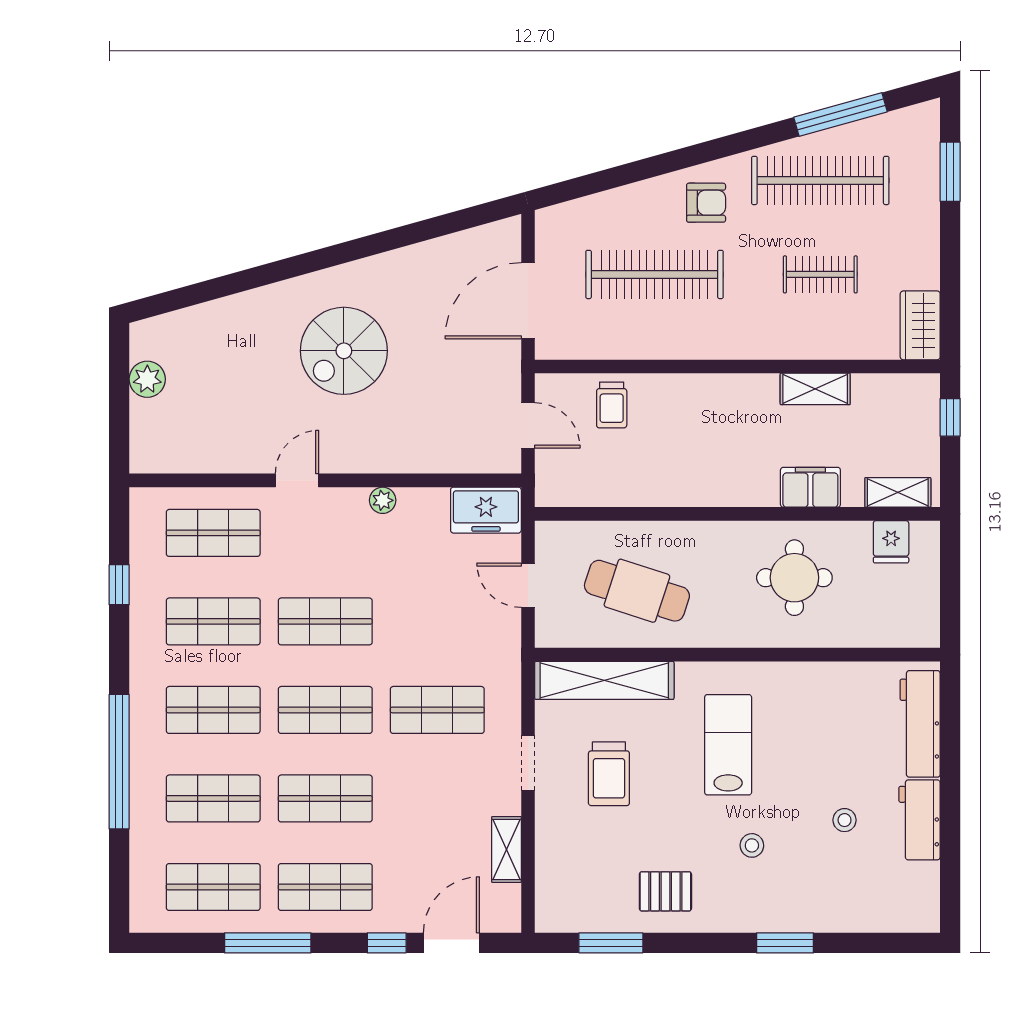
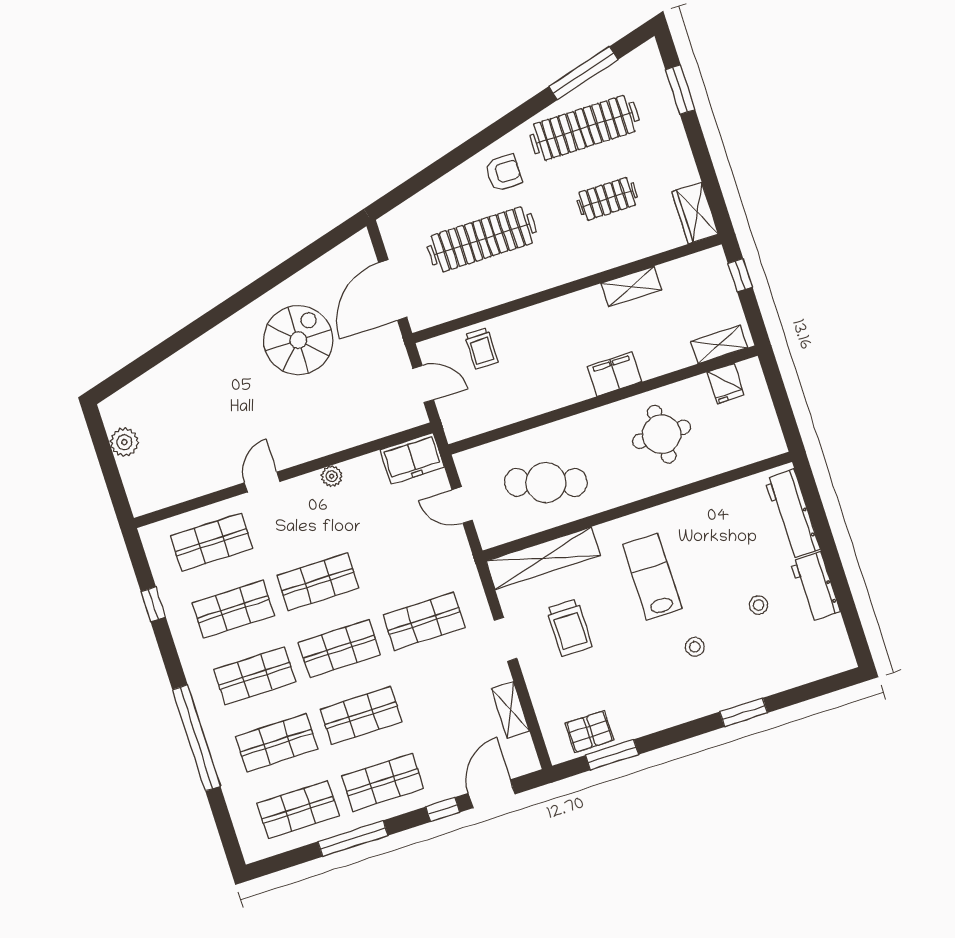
spiral stairs: (344, 351) -> (298, 340), moved, turned 180
filing cabinet: (810, 487) -> (615, 374), moved
pallet: (665, 891) -> (590, 732), moved

